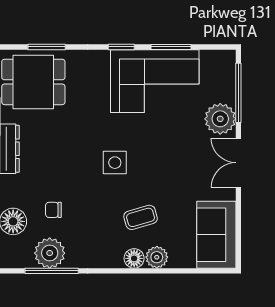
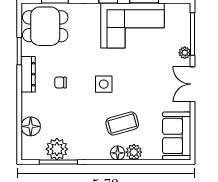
plant: (220, 119) -> (185, 53), width x0.53, depth x0.53
chair: (53, 210) -> (60, 83), moved
coffee table: (141, 217) -> (122, 124), width x1.36, depth x1.30

